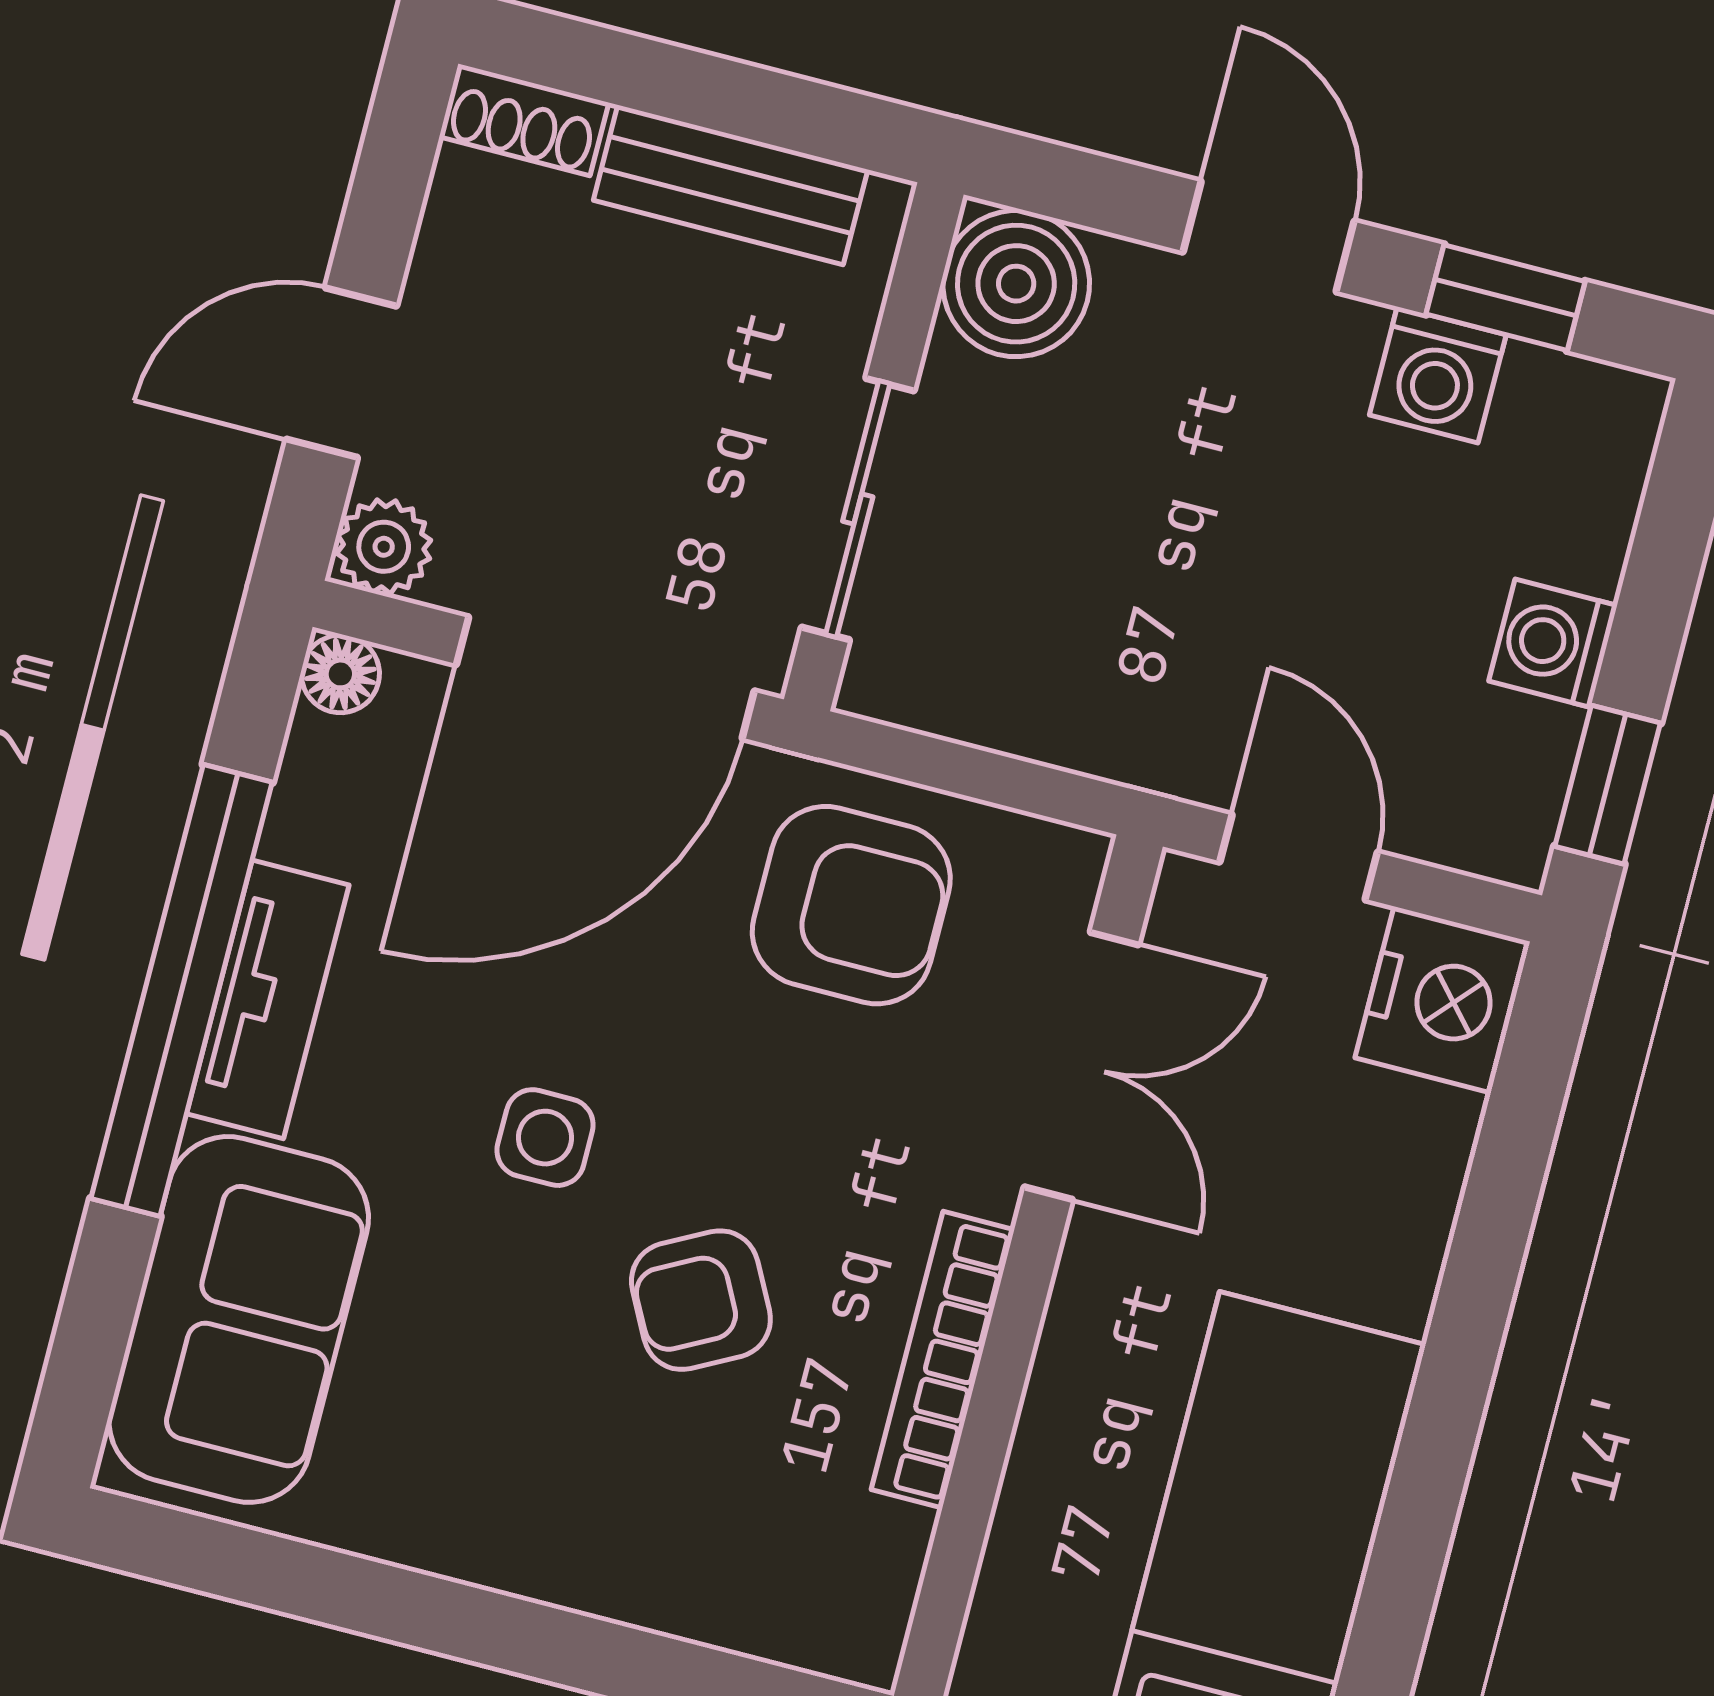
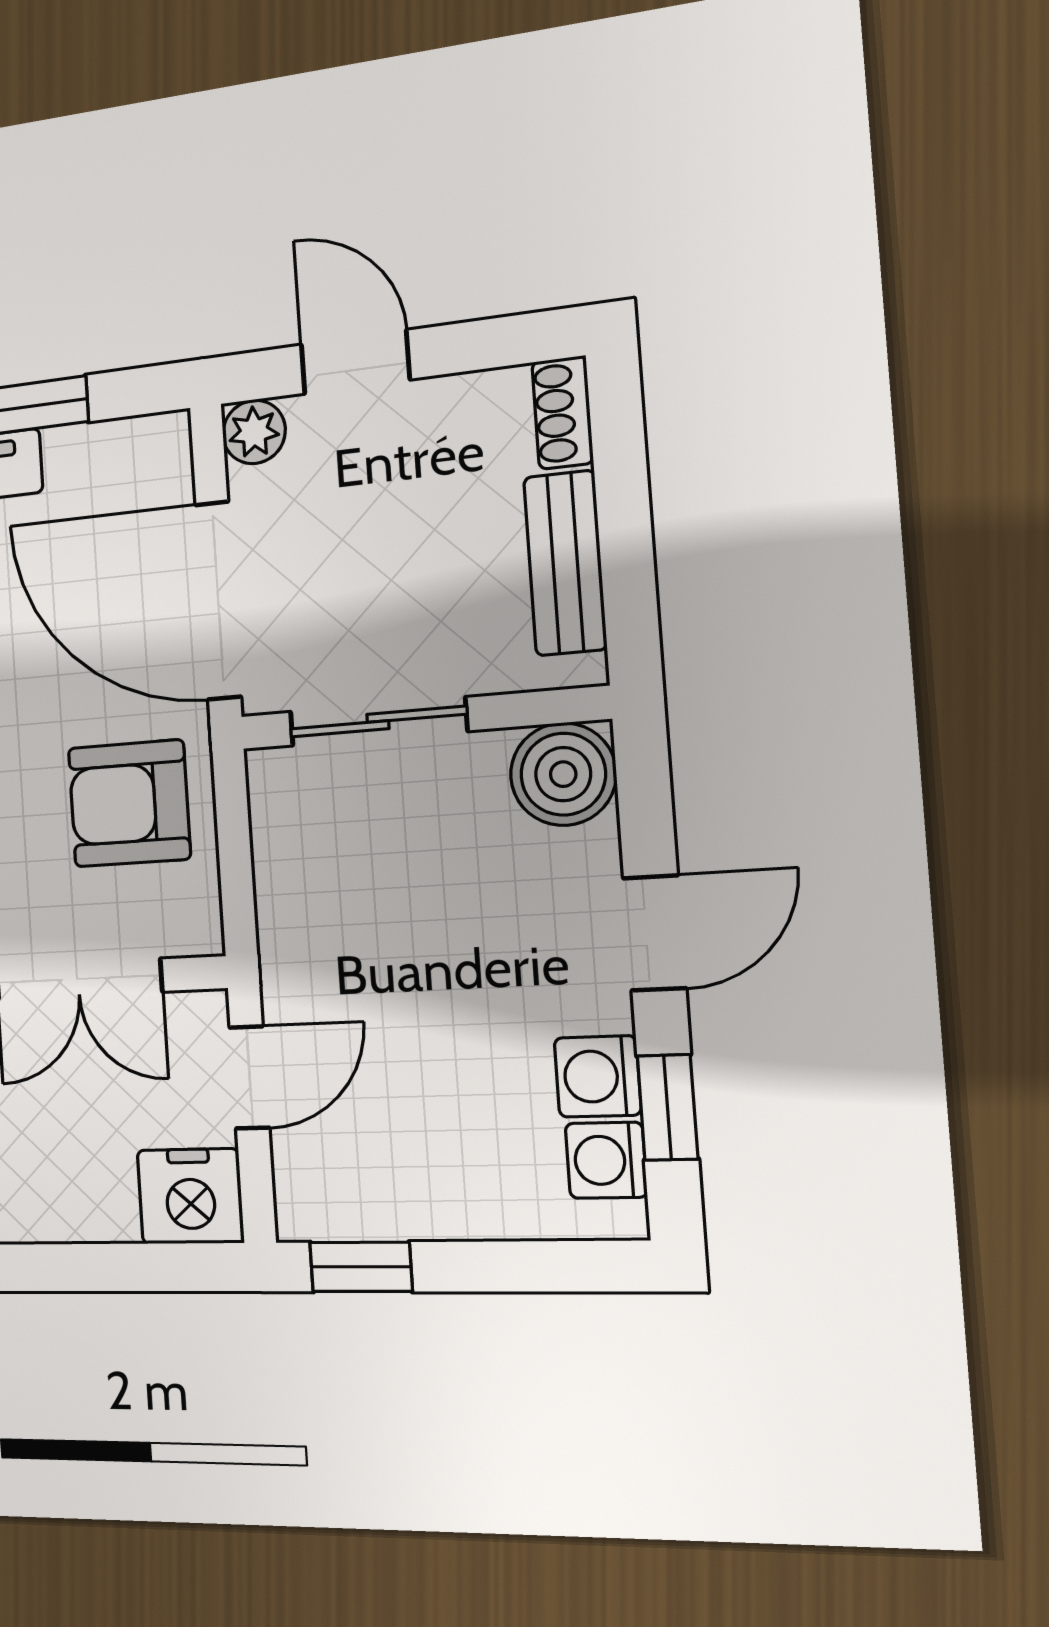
washing machine: (1553, 643) -> (606, 1160), moved, turned -90
floor lamp: (340, 674) -> (167, 437), removed
armchair: (851, 905) -> (129, 803), turned 90

